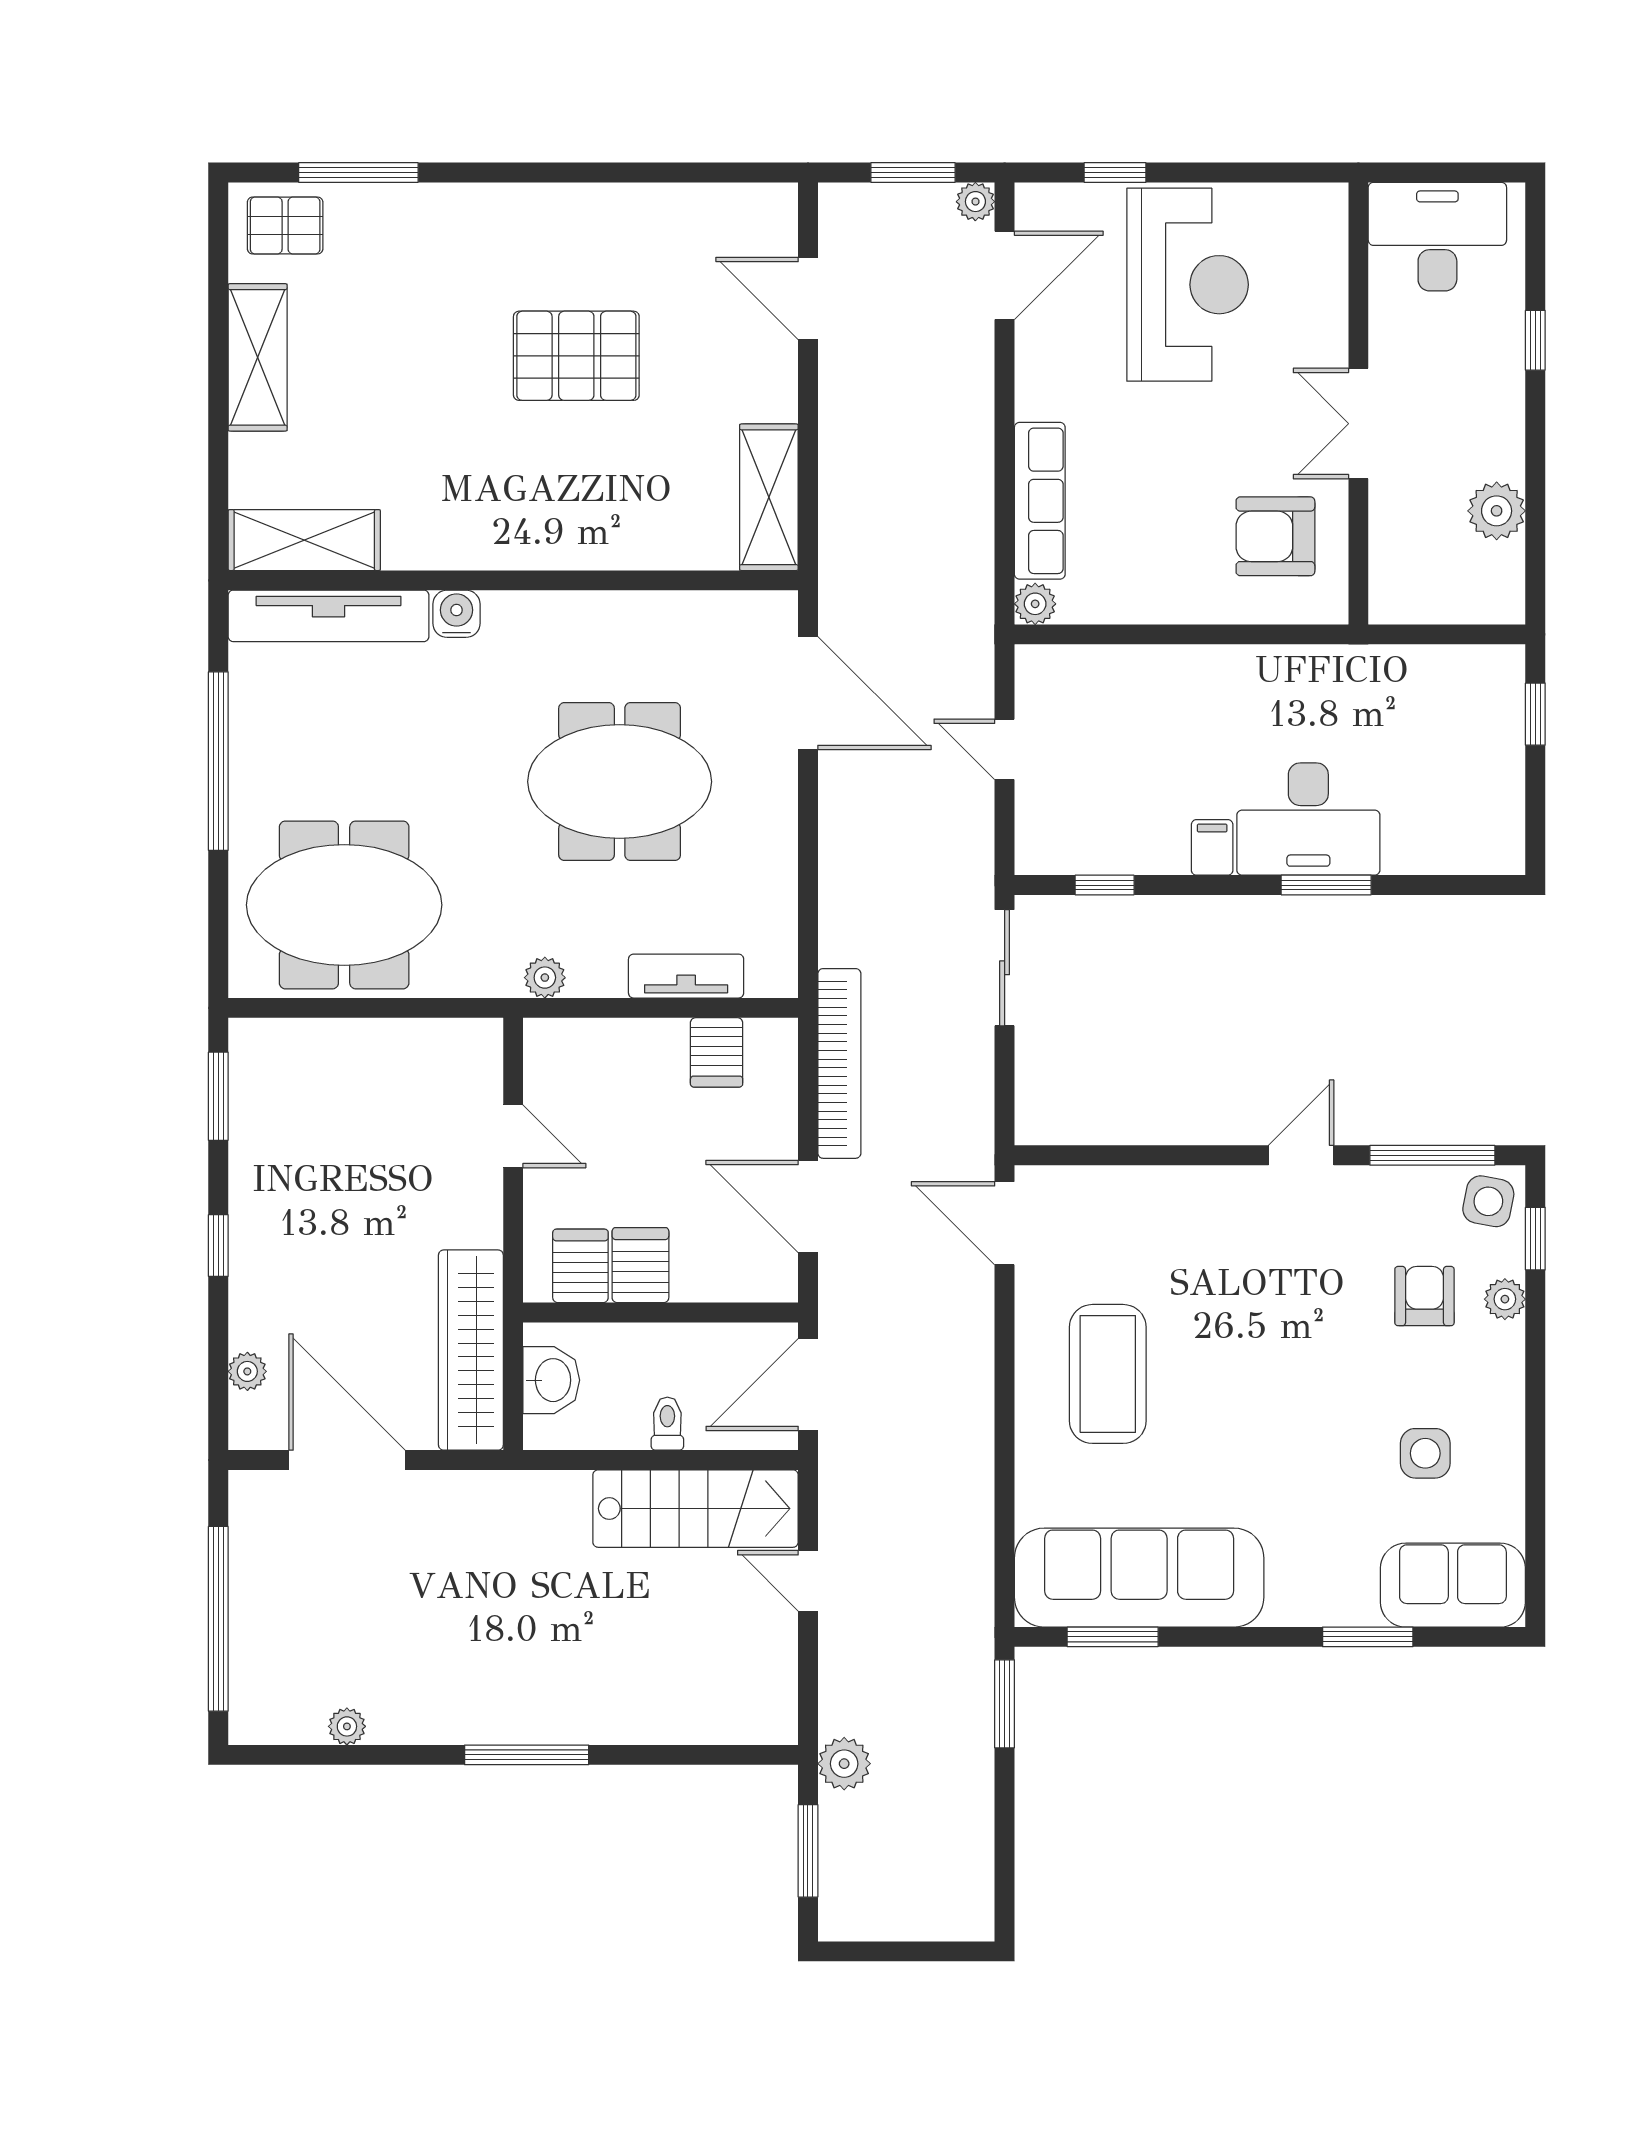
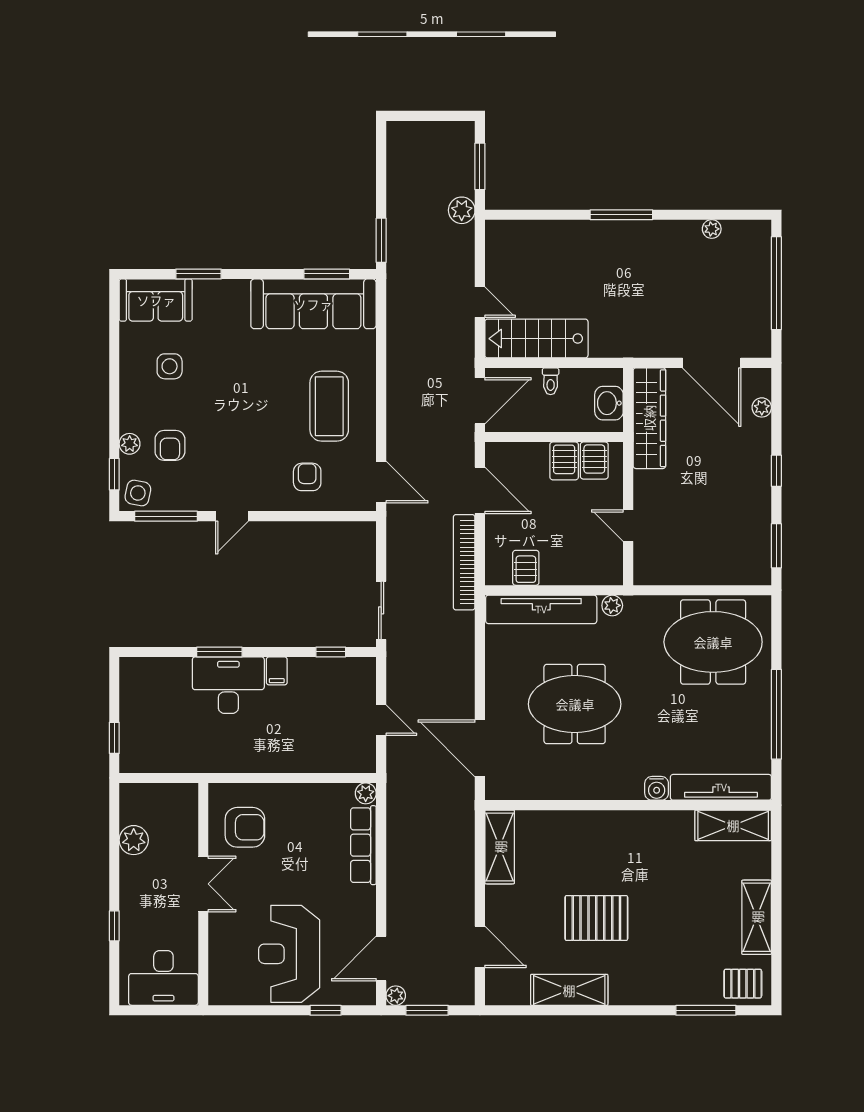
shelving: (630, 213) -> (569, 990), added
tv unit: (686, 976) -> (541, 609), width x1.92, depth x1.29
armchair: (1152, 1233) -> (307, 477), added

